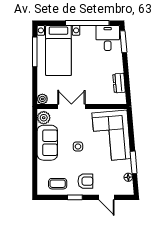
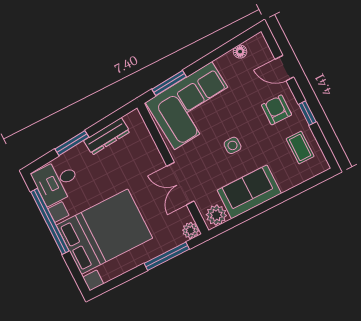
window: (123, 42) -> (72, 143), moved
bed with nightstands: (58, 51) -> (104, 232), width x1.36
window: (35, 52) -> (167, 256), moved
dresser: (119, 83) -> (107, 136), width x1.44
window: (134, 162) -> (169, 83), moved
door: (106, 197) -> (284, 68), swing flipped

